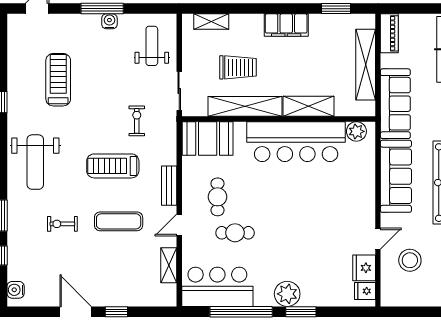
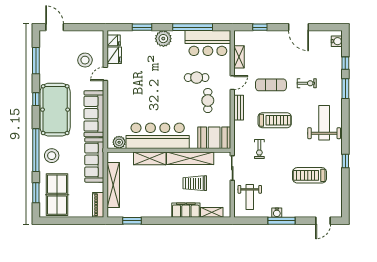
filing cabinet: (286, 25) -> (186, 210), moved
treadmill: (58, 80) -> (310, 175), turned 90
window: (116, 312) -> (260, 27), moved
window: (301, 312) -> (142, 27), moved

